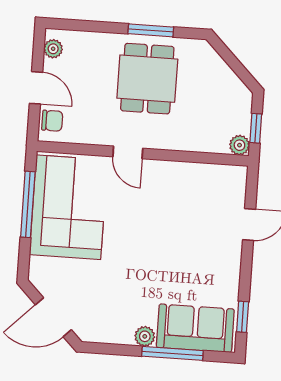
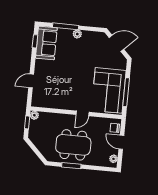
dining table: (147, 79) -> (73, 145), width x1.38
door: (128, 152) -> (83, 113), swing flipped
sofa: (195, 328) -> (46, 43), moved, turned -90

